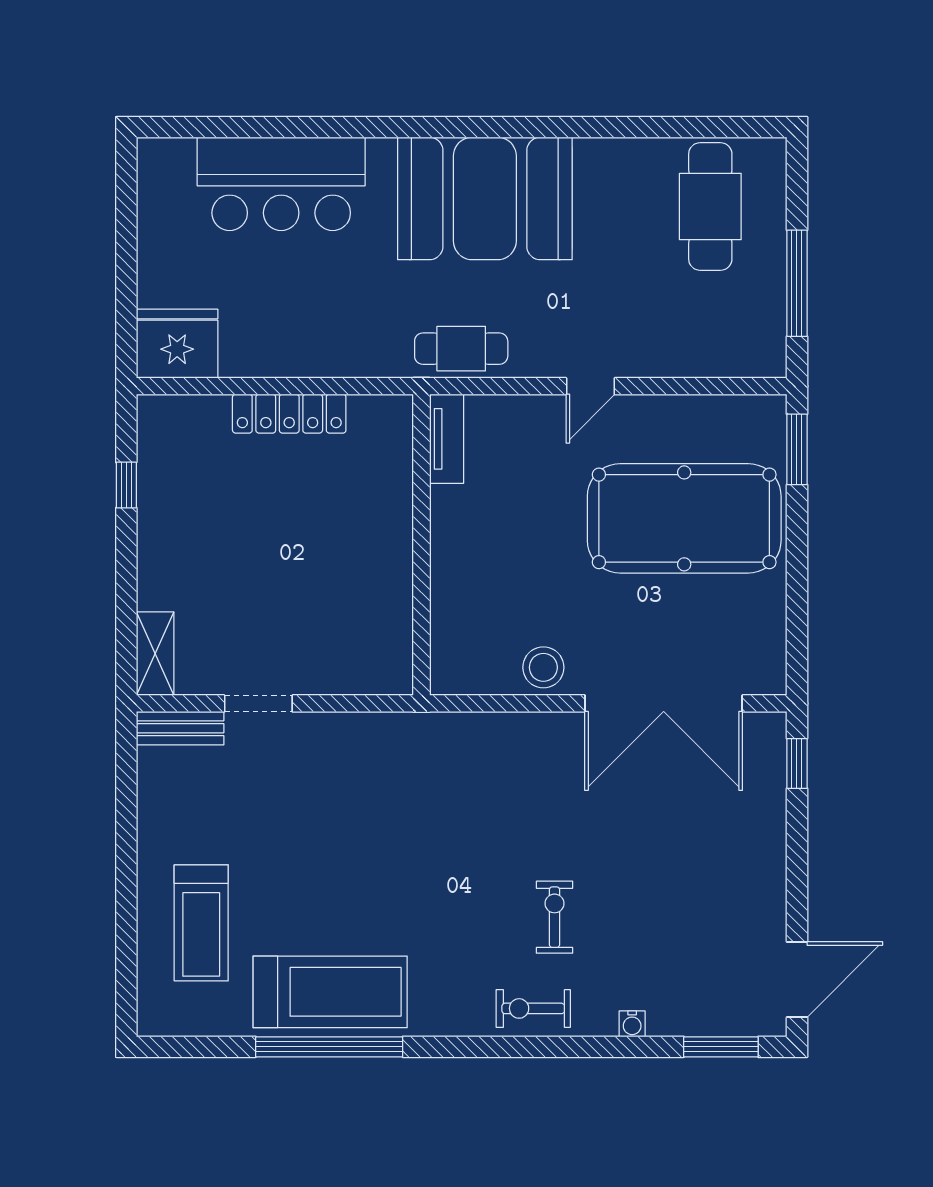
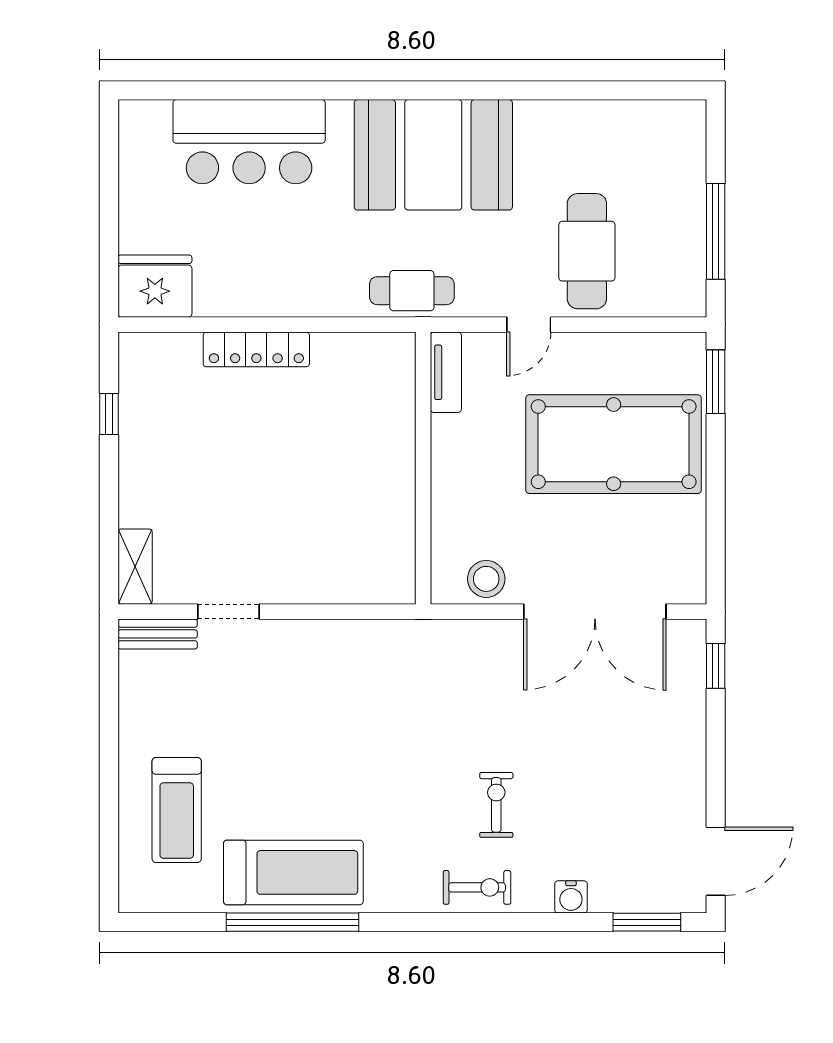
cafe table: (710, 207) -> (587, 251), moved
tv unit: (447, 439) -> (446, 372), moved
wall: (421, 545) -> (423, 468), moved
exercise bike: (533, 1008) -> (477, 887), turned 180
water cooler: (632, 1024) -> (571, 897), width x1.38, depth x1.38

